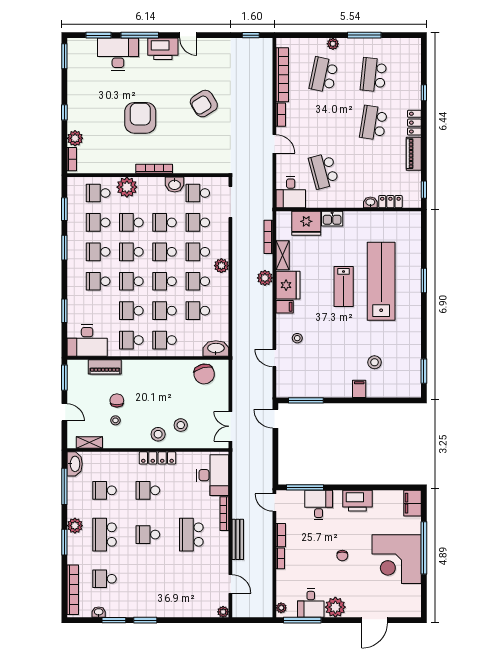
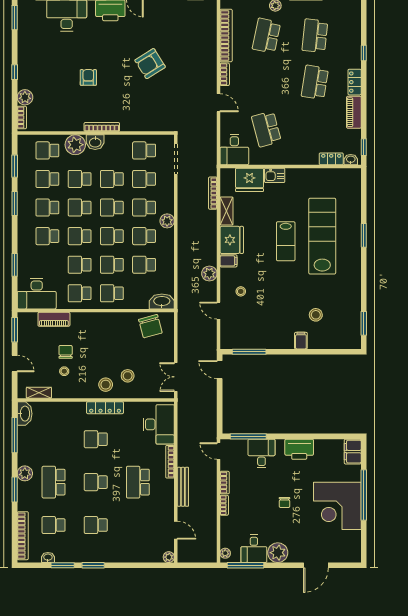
armchair: (140, 118) -> (88, 77), width x0.53, depth x0.53
washbasin: (175, 184) -> (95, 142), moved
washbasin: (370, 202) -> (351, 160), moved
plant: (265, 278) -> (209, 274), moved
school desk: (104, 490) -> (96, 525), moved

